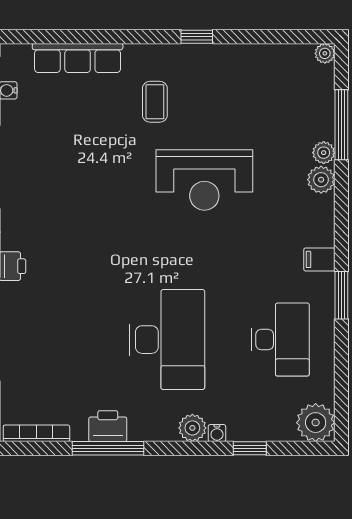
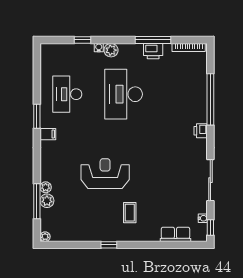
row of seats: (78, 58) -> (175, 234), width x0.68
plant: (321, 180) -> (47, 201), moved
plant: (316, 423) -> (50, 53), removed

